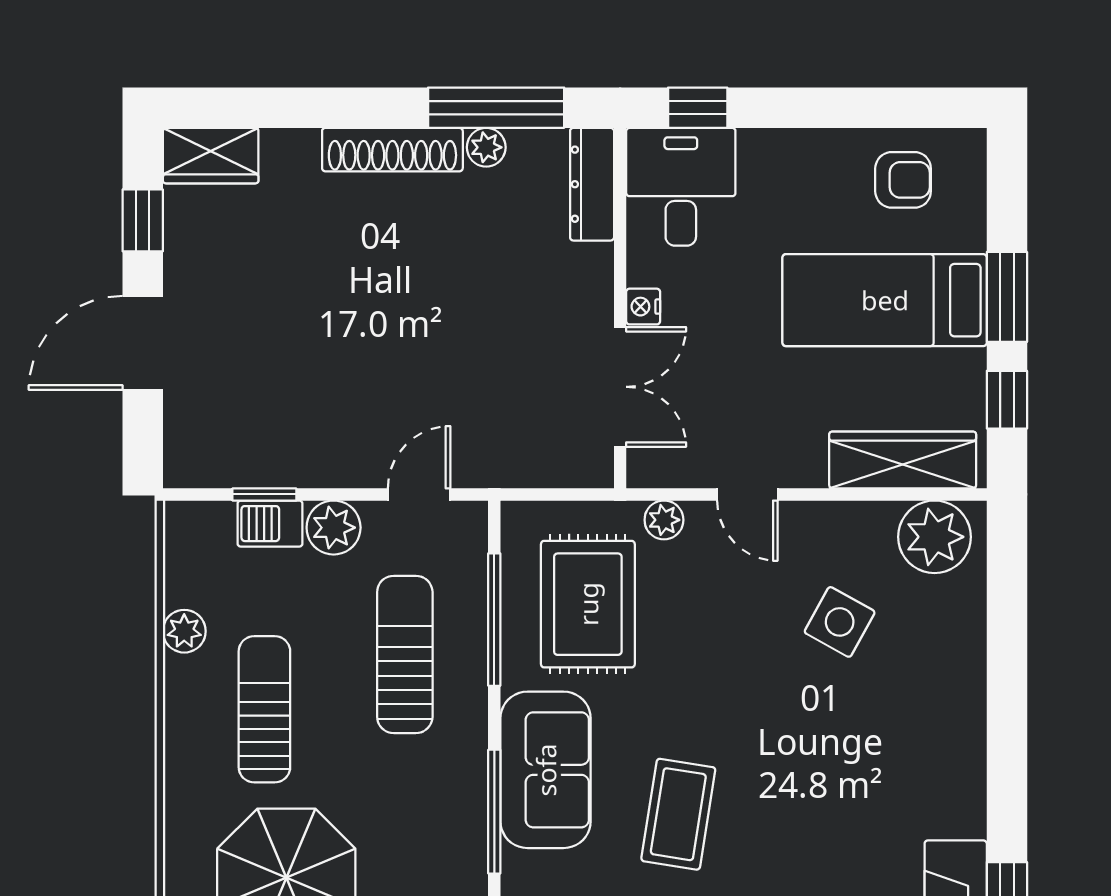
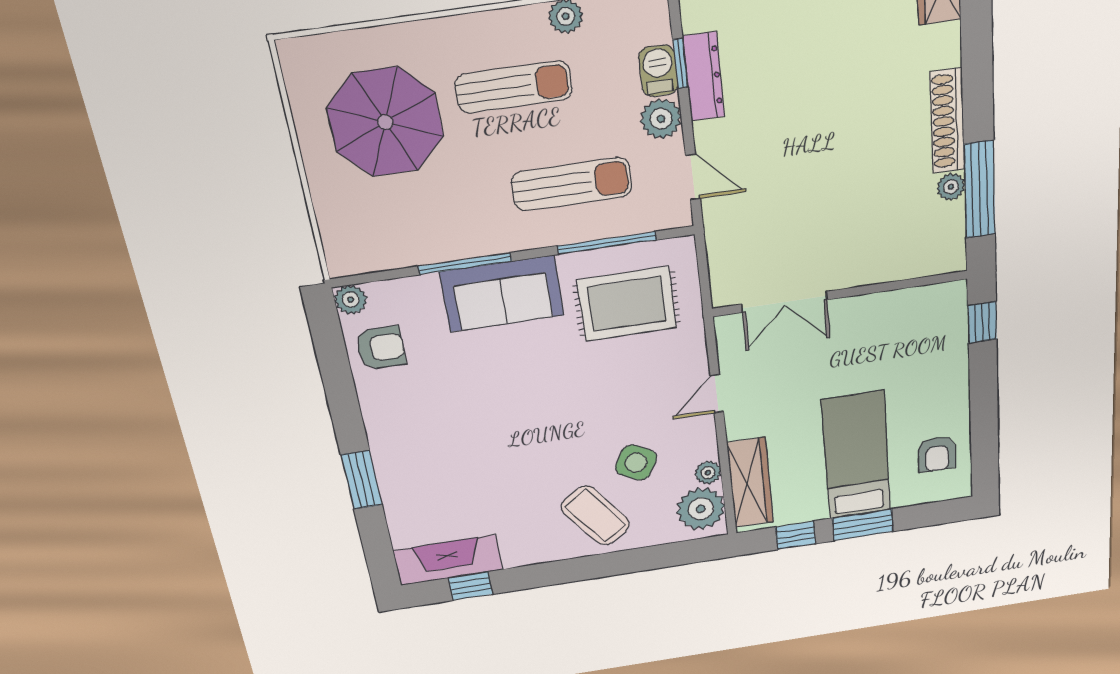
dresser: (592, 184) -> (704, 77), moved, turned 90
desk: (681, 187) -> (927, 320), removed
nightstand: (643, 307) -> (842, 308), removed
plant: (664, 520) -> (708, 473), moved
coffee table: (678, 814) -> (595, 516), moved, turned 46

